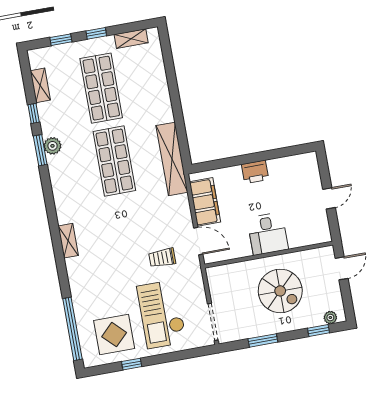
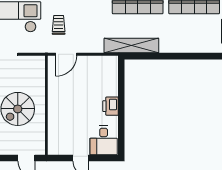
filing cabinet: (205, 202) -> (95, 64), removed
desk: (268, 234) -> (104, 140), moved, turned -90

